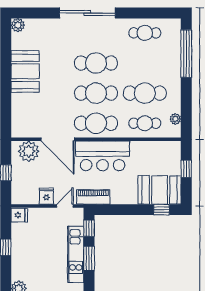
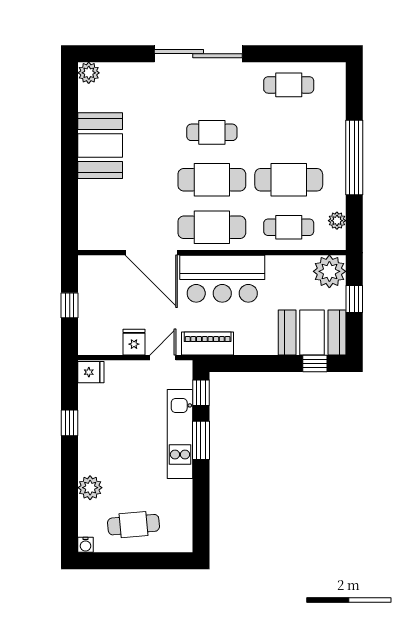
window: (186, 54) -> (354, 158), moved
cafe table: (96, 63) -> (212, 132), width x0.73, depth x0.74
plant: (29, 151) -> (329, 271), moved

